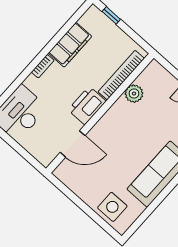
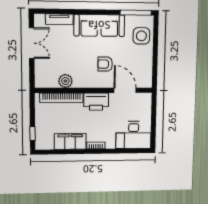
armchair: (116, 147) -> (105, 64), added
window: (140, 221) -> (136, 13), added

